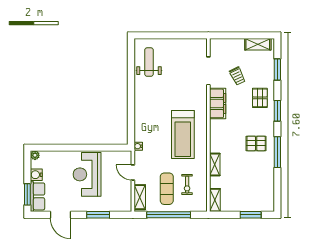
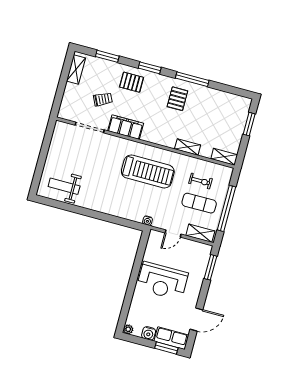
window: (98, 215) -> (211, 267), moved

